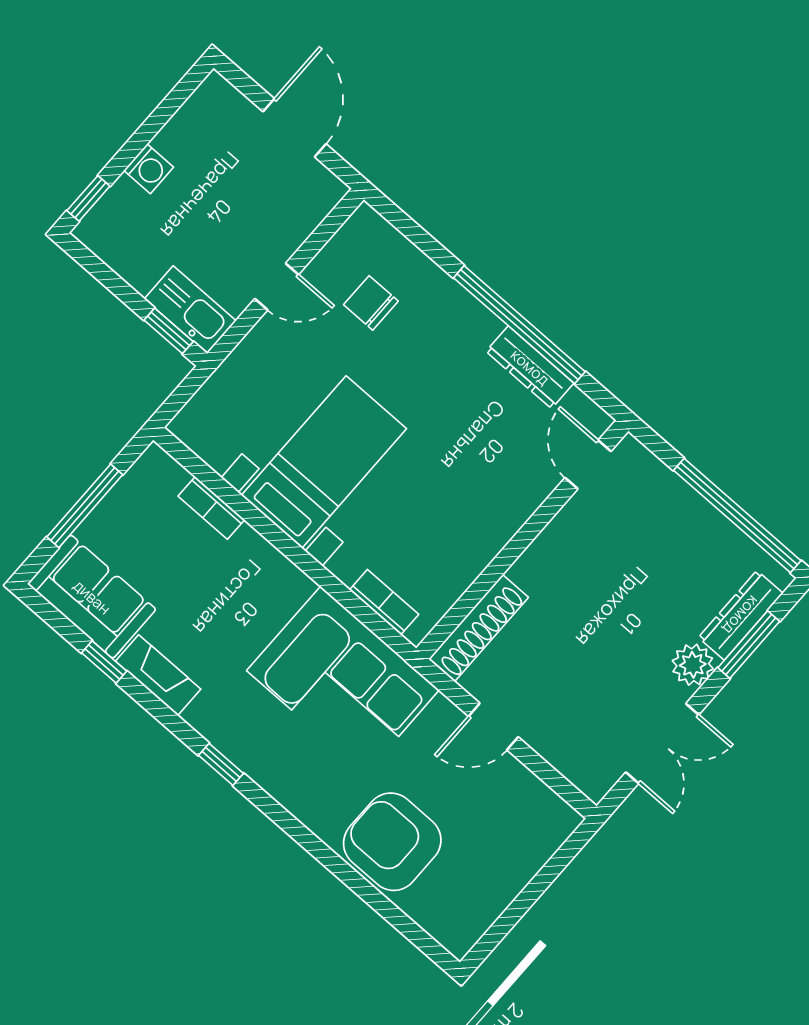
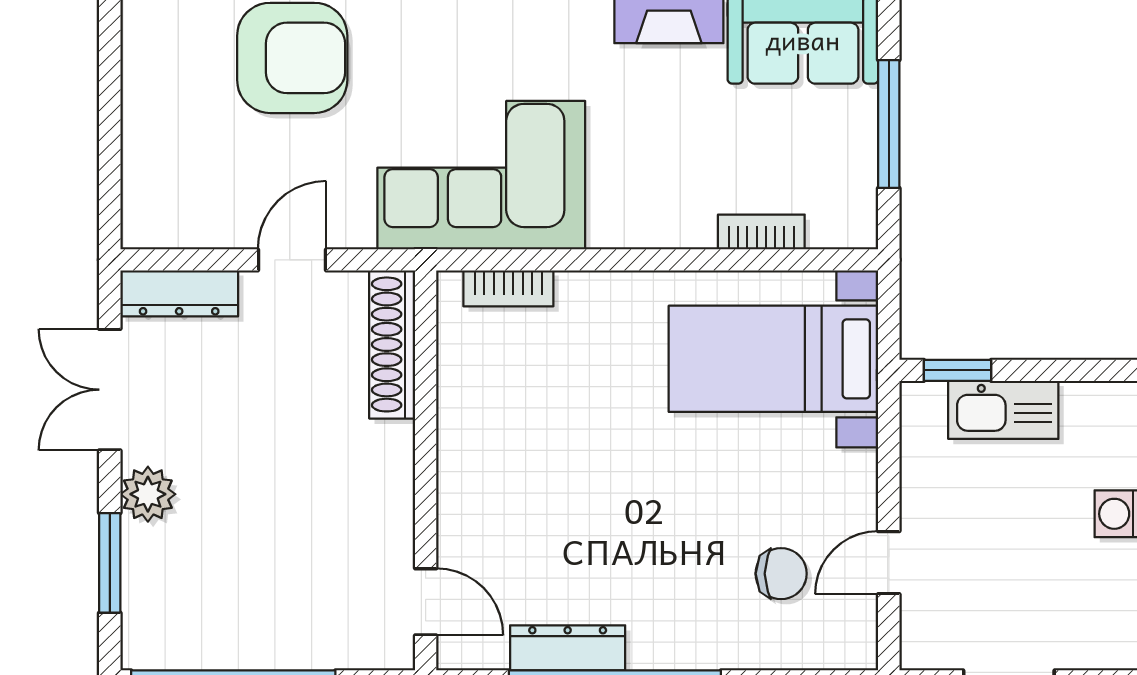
door: (277, 287) -> (889, 563), moved
kitchen sink: (190, 310) -> (1003, 410), moved
bed with nightstands: (324, 462) -> (773, 359), moved, turned 90
dresser: (741, 615) -> (179, 293), moved, turned 90

